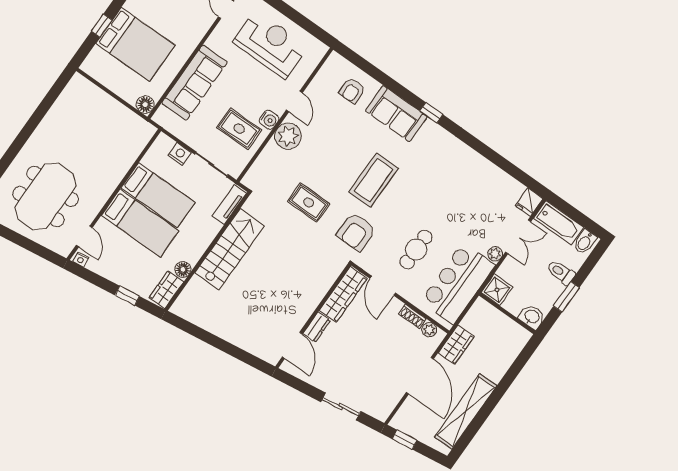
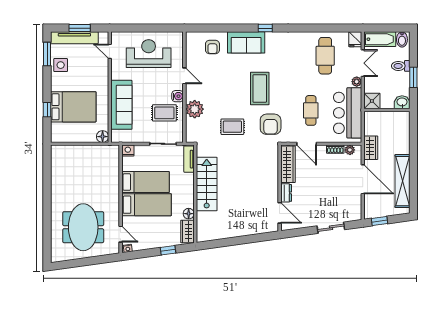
plant: (288, 136) -> (195, 109), moved
nightstand: (180, 154) -> (128, 151), moved
cafe table: (479, 196) -> (325, 56), added

